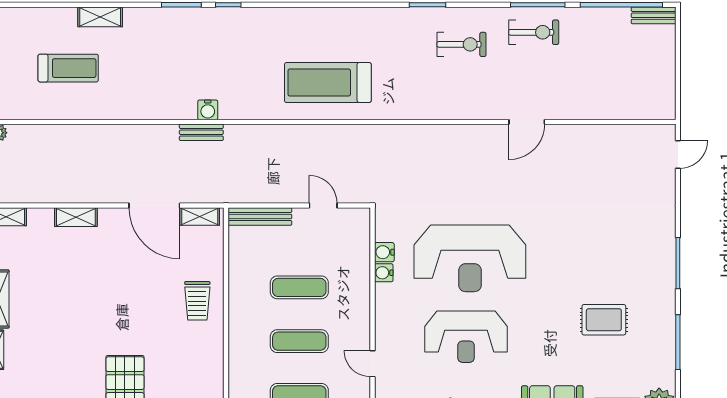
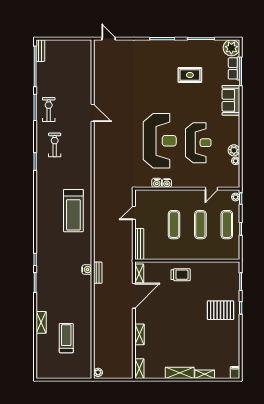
rug: (604, 320) -> (190, 75), turned 90

